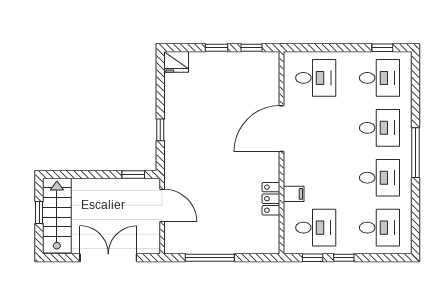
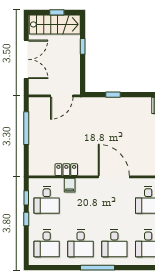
window: (133, 174) -> (83, 46), moved

